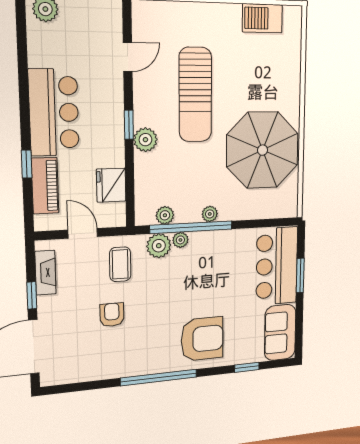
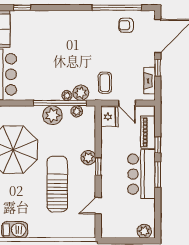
window: (25, 111) -> (158, 175), added
fridge: (111, 185) -> (109, 117), moved
plant: (210, 214) -> (52, 115), width x1.87, depth x1.87
armchair: (112, 315) -> (126, 25), moved, turned 90
armchair: (202, 339) -> (53, 30), removed
window: (159, 377) -> (117, 8), moved

